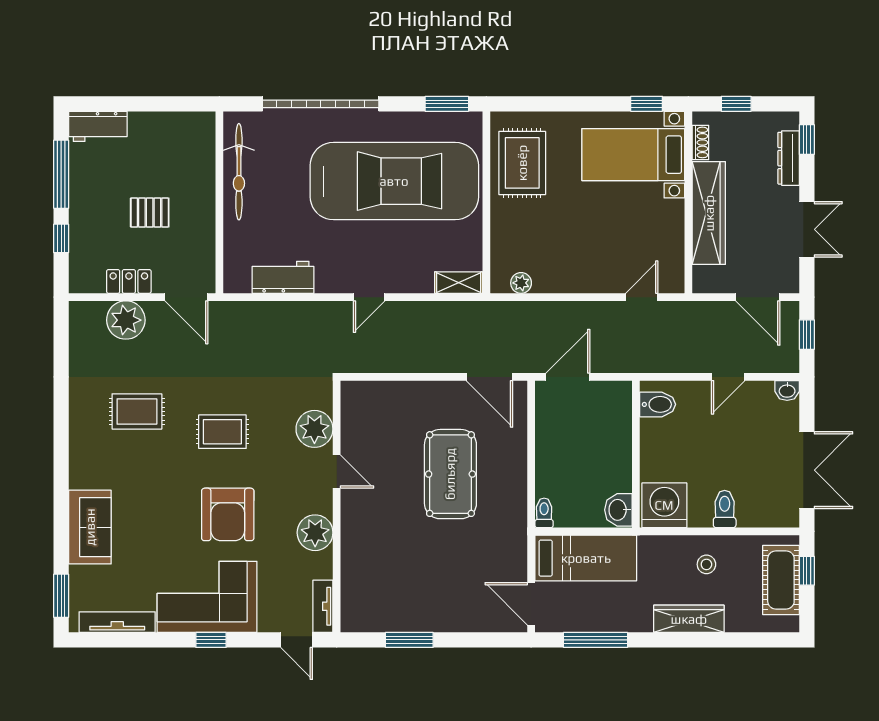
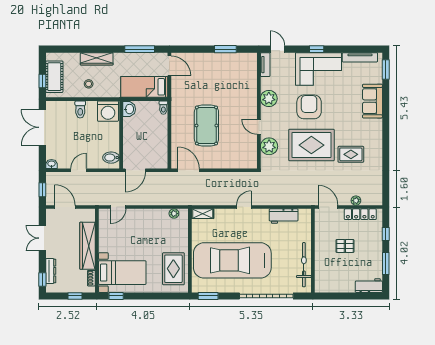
window: (61, 174) -> (386, 264), width x0.69
locker: (129, 281) -> (360, 214), width x1.53
plant: (126, 320) -> (356, 201), width x0.53, depth x0.53
door: (568, 377) -> (135, 170), moved
rug: (222, 432) -> (311, 145), width x1.86, depth x2.06

